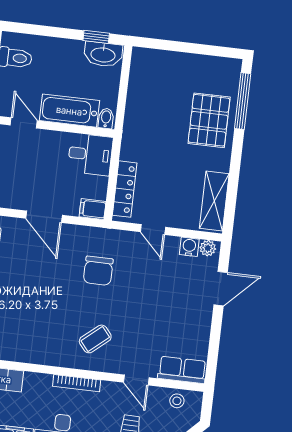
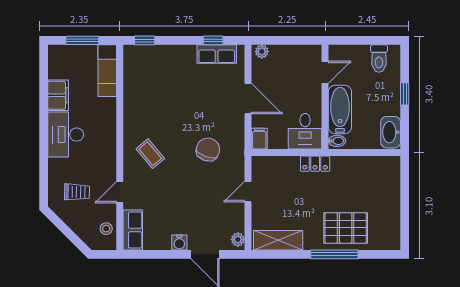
window: (96, 37) -> (405, 94), moved
window: (243, 101) -> (334, 254), moved
locker: (125, 189) -> (315, 164), moved, width x0.66
door: (44, 217) -> (248, 99), swing flipped
water cooler: (189, 247) -> (179, 243), moved, turned 90
chair: (98, 271) -> (208, 150), turned 109
bookcase: (77, 383) -> (111, 142), removed

